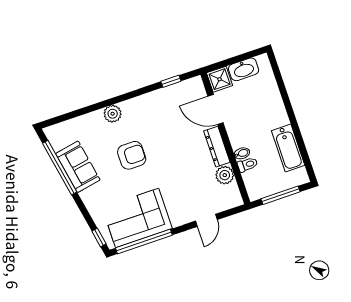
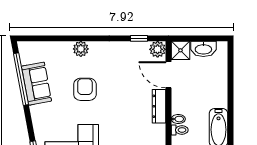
armchair: (132, 155) -> (85, 89), turned -90
plant: (225, 175) -> (158, 49), moved

